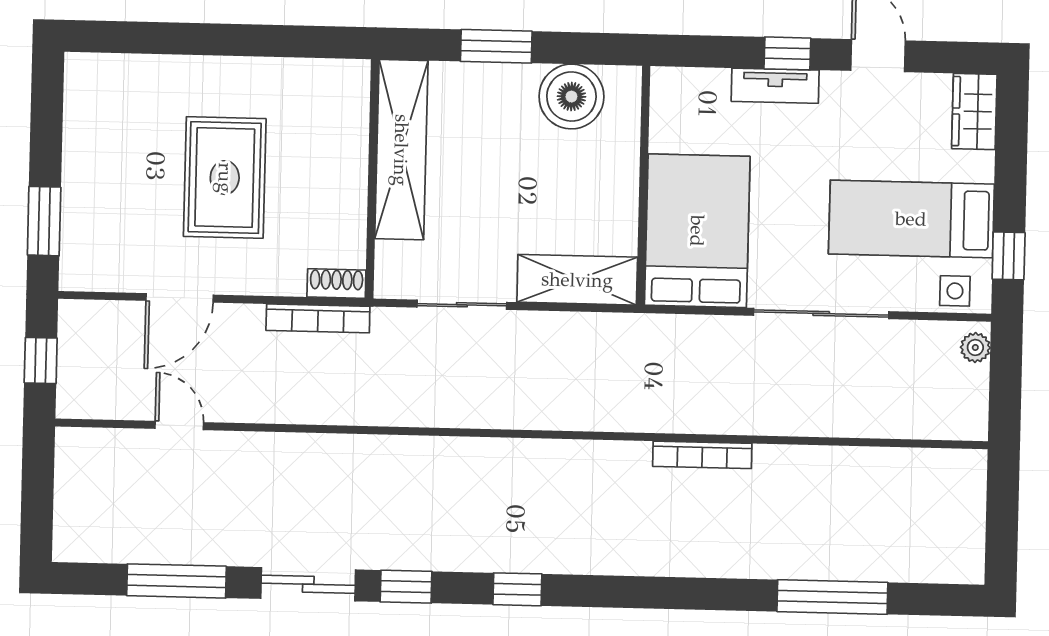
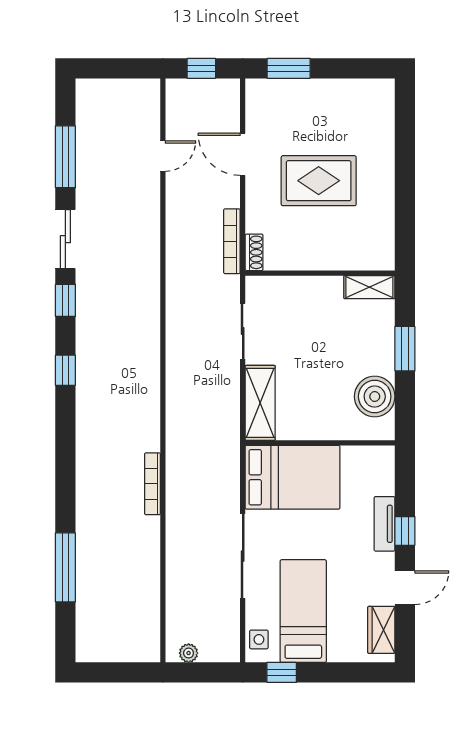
wardrobe: (974, 112) -> (381, 630), moved, turned -90
shelving: (401, 150) -> (369, 287), width x0.45, depth x0.75
plant: (975, 347) -> (189, 653), moved

